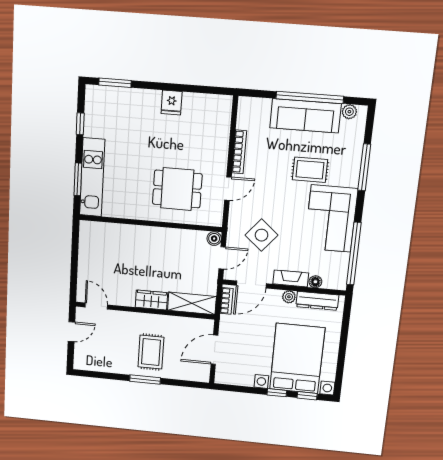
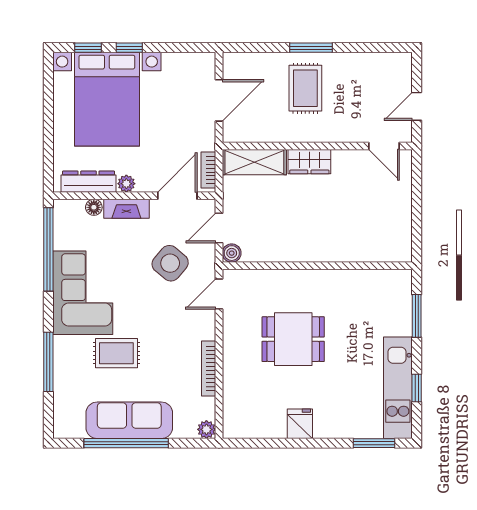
plant: (349, 112) -> (206, 429), moved
kitchen unit: (92, 177) -> (398, 388), moved
dining table: (177, 189) -> (293, 339), moved
door: (228, 189) -> (219, 294), moved

